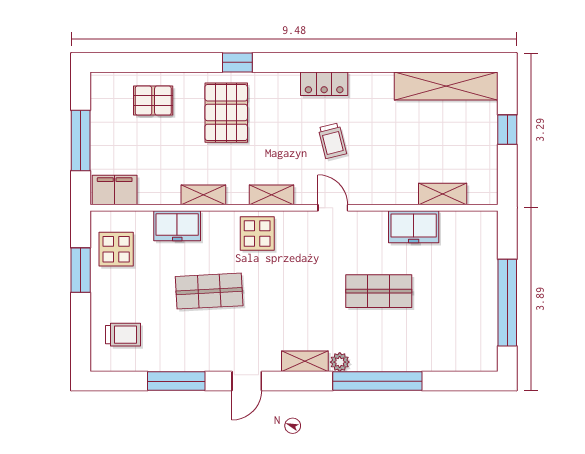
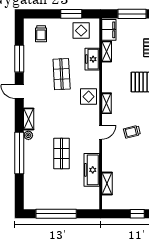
shelving: (203, 195) -> (107, 52), moved
freezer: (414, 227) -> (92, 170), width x1.40

